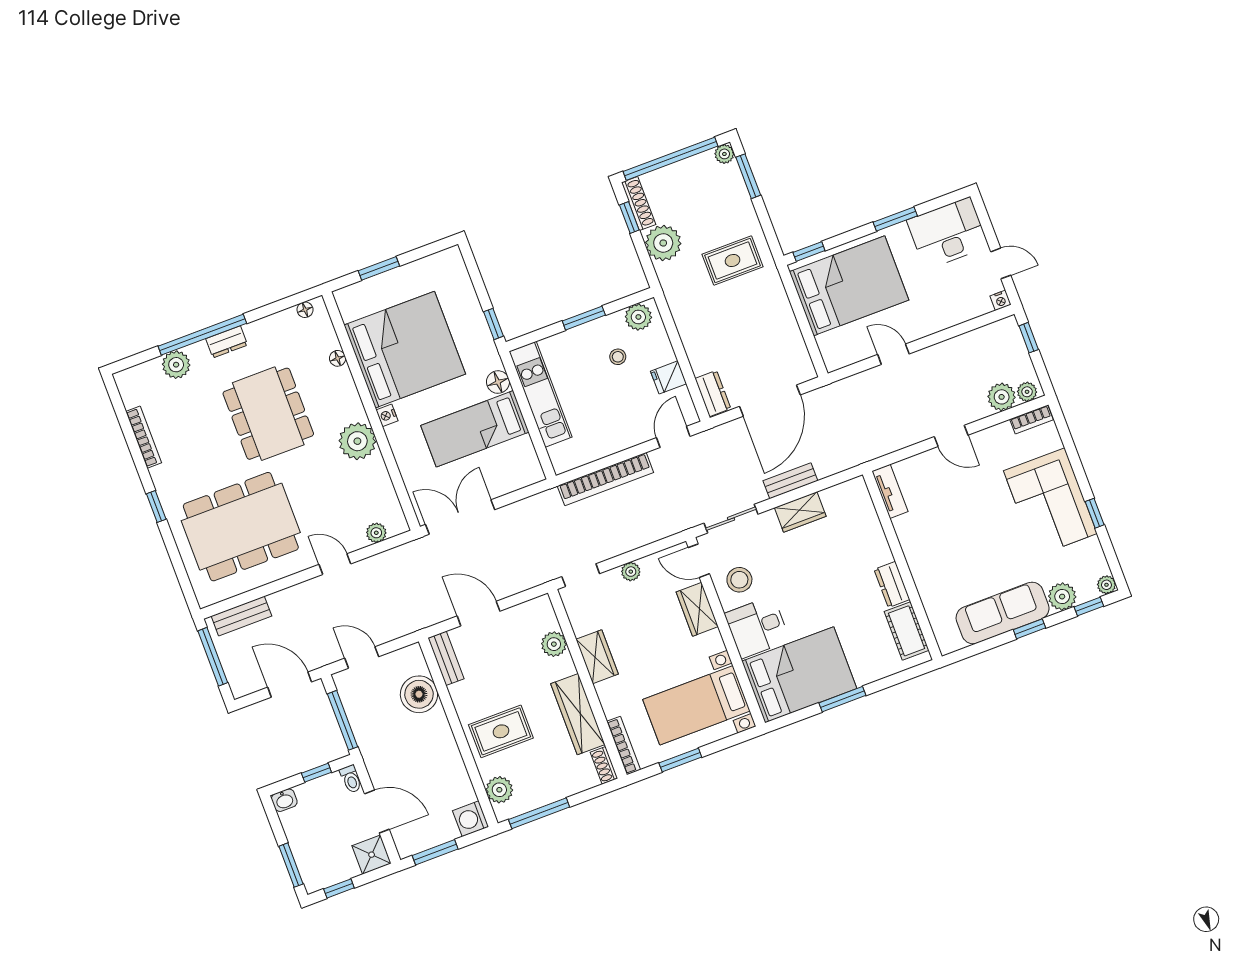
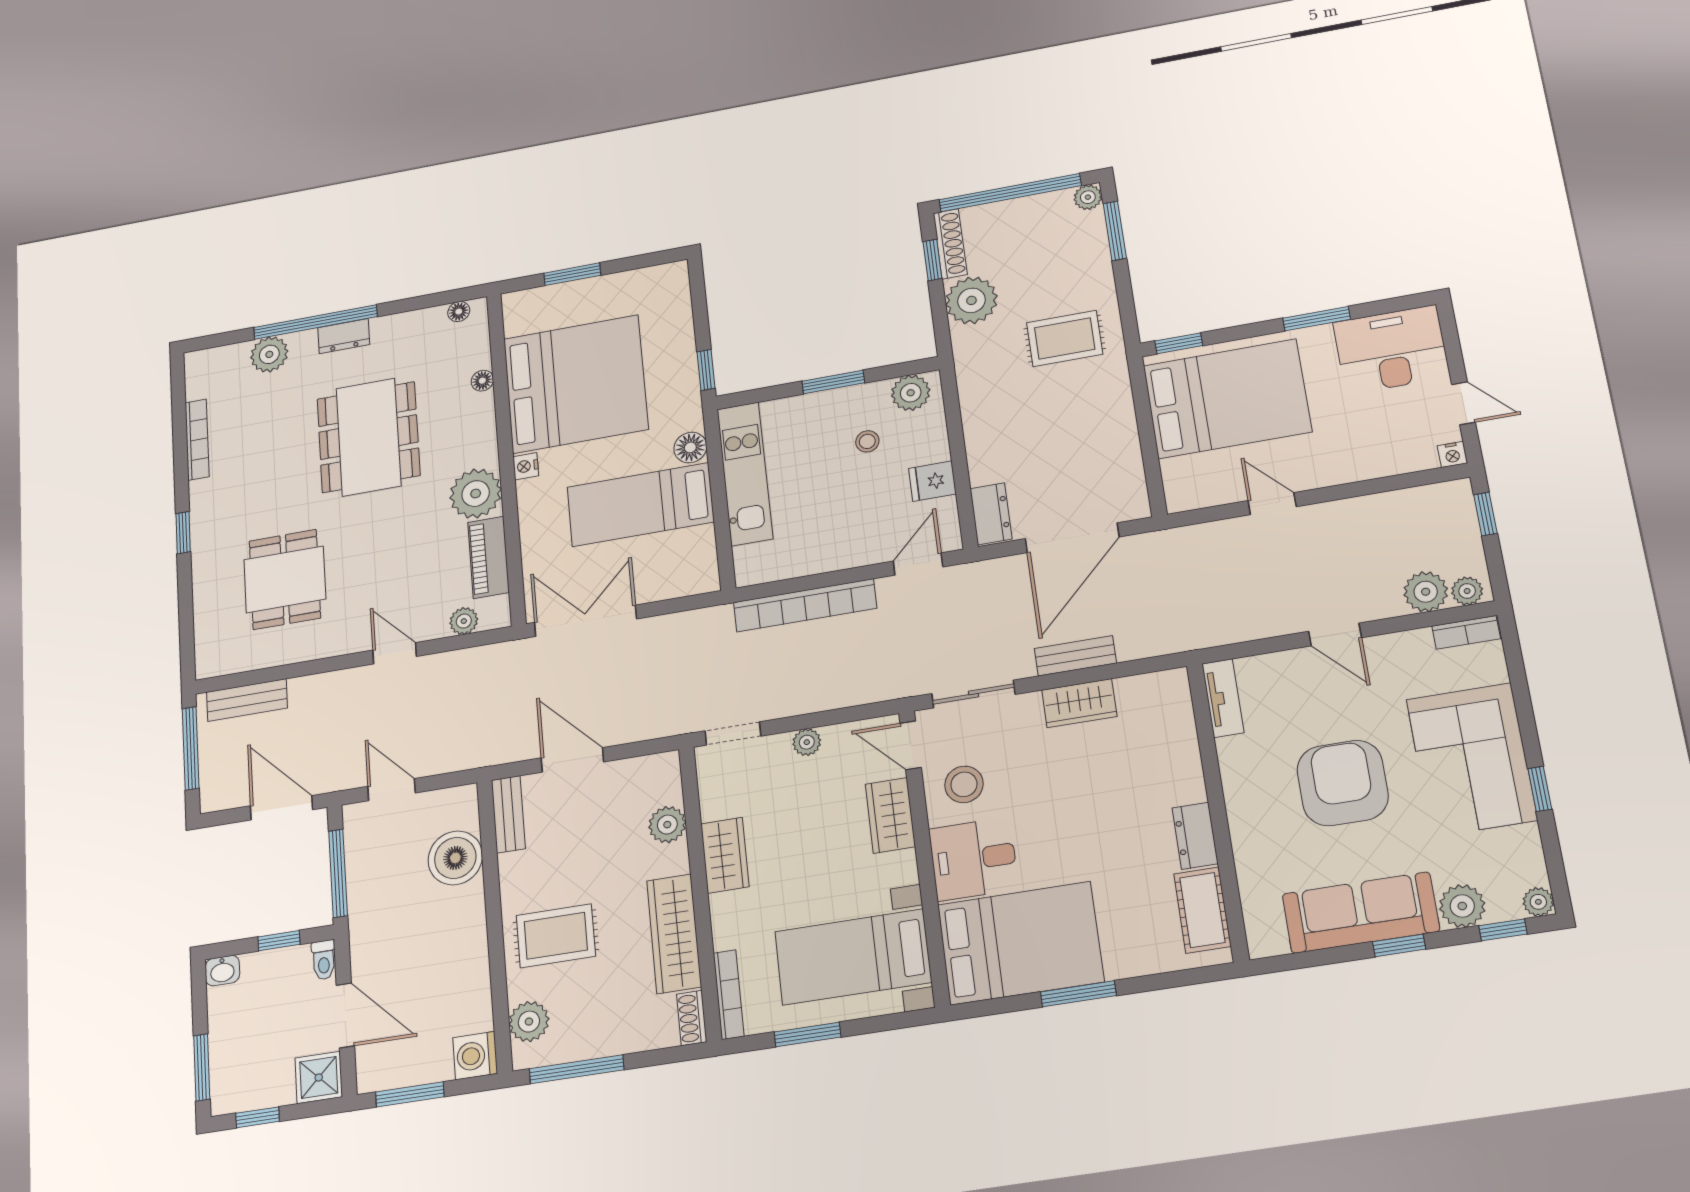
piano: (380, 485) -> (489, 557), added
dining table: (241, 527) -> (285, 579), width x0.53, depth x0.80
armchair: (975, 533) -> (1343, 783), added

